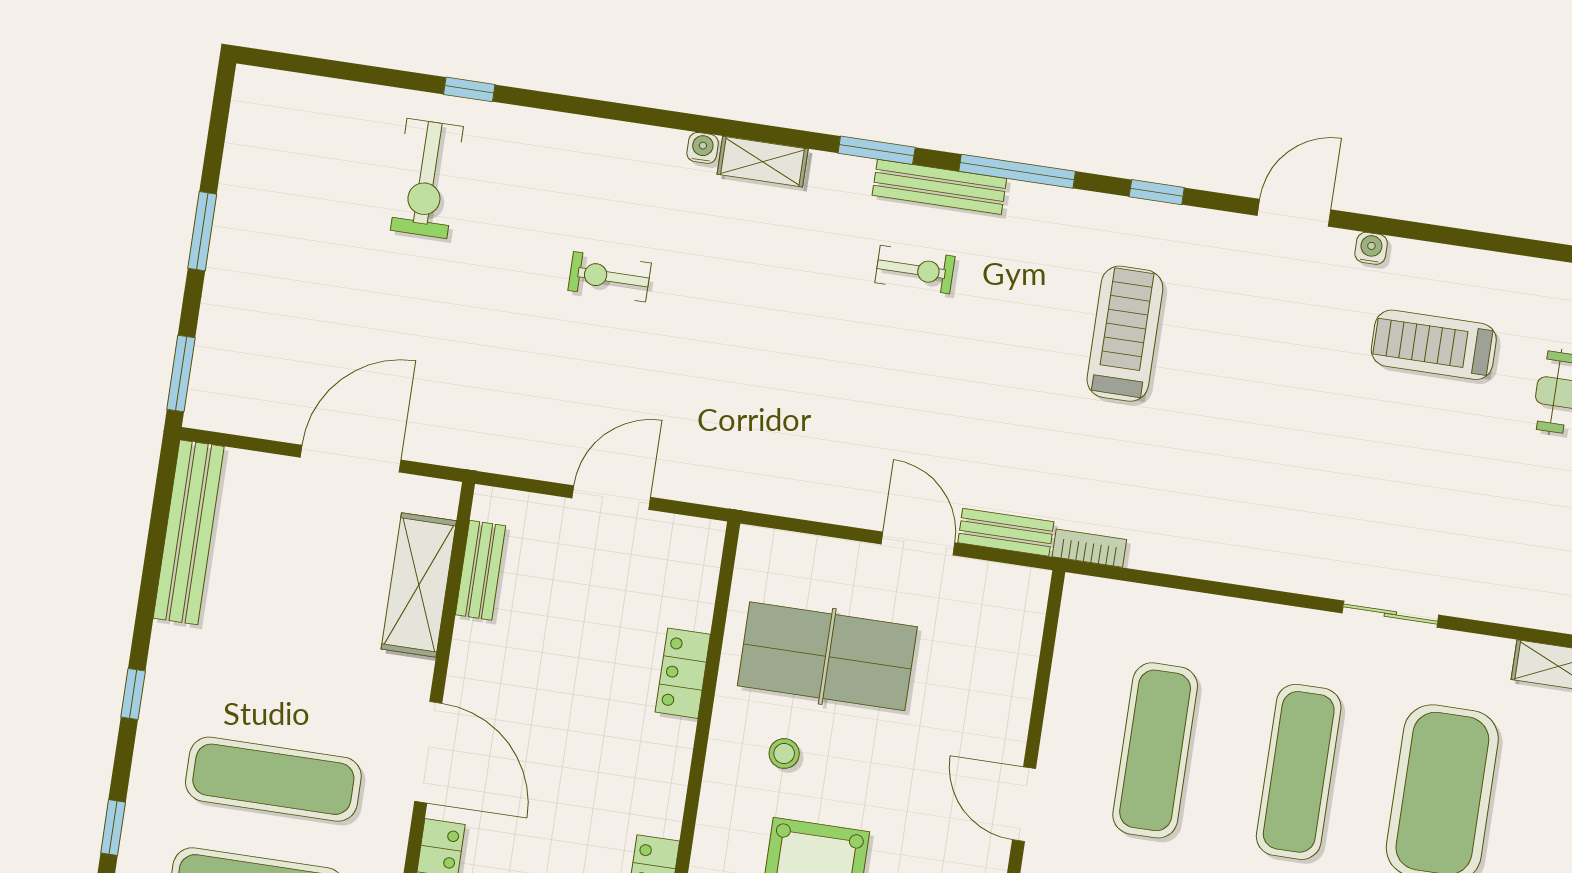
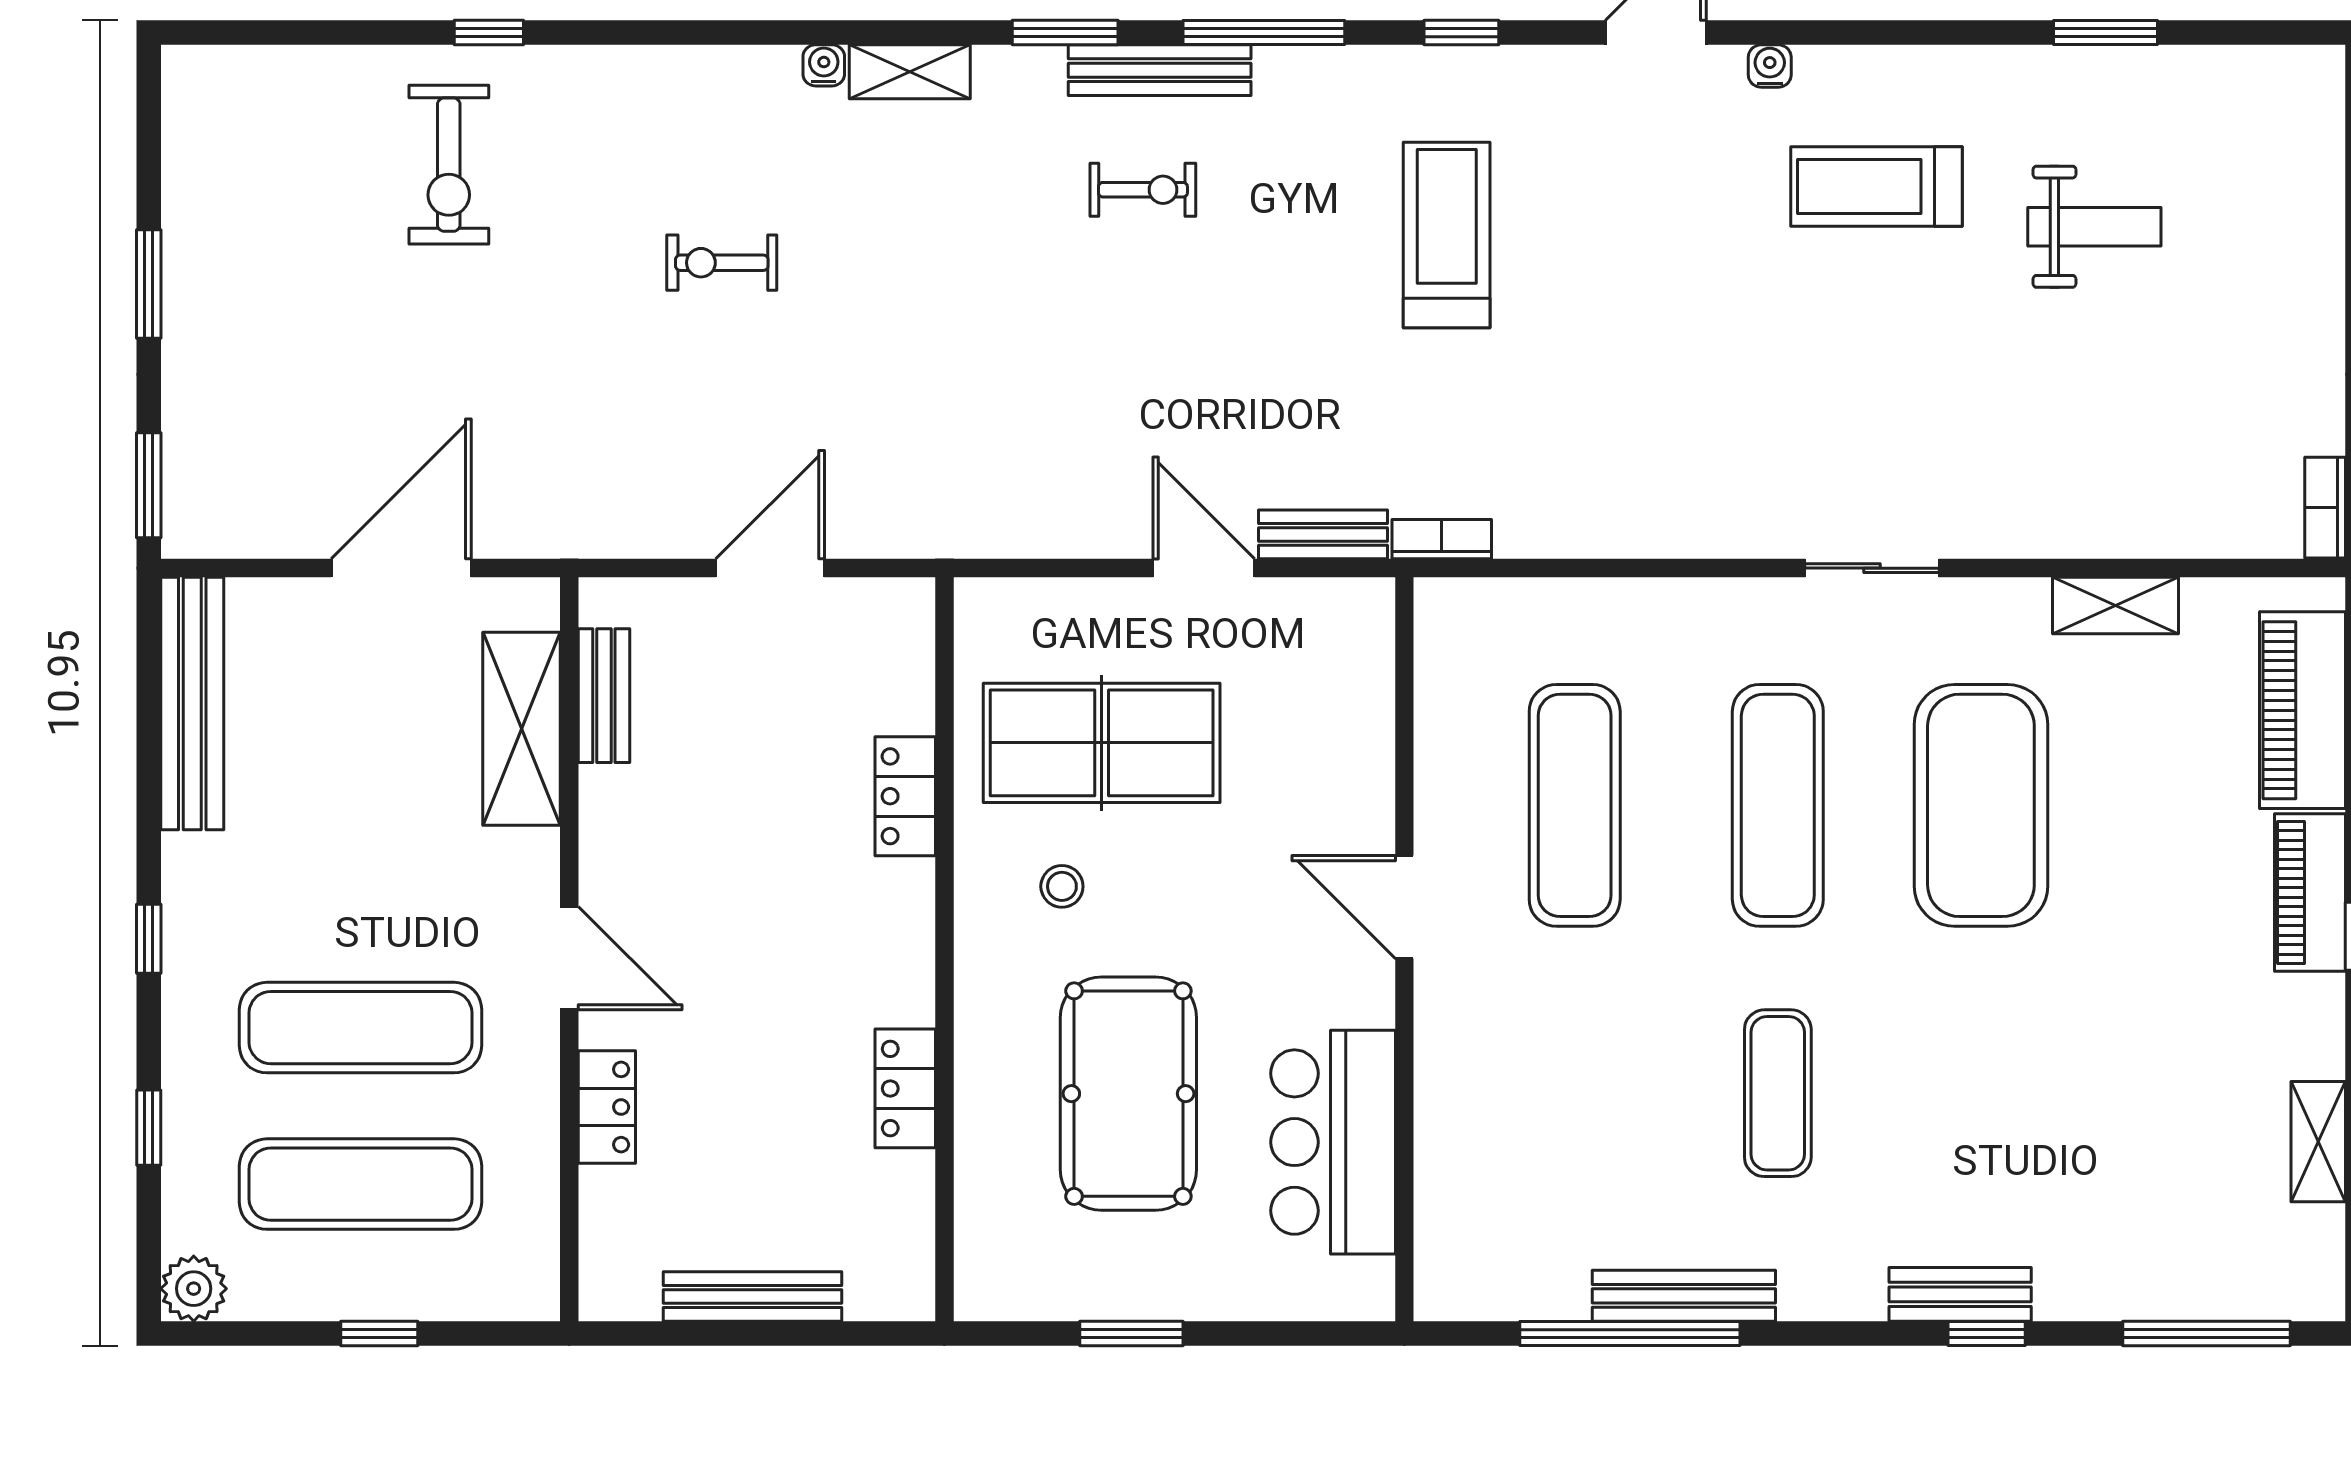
door: (428, 752) -> (569, 958), width x0.73

